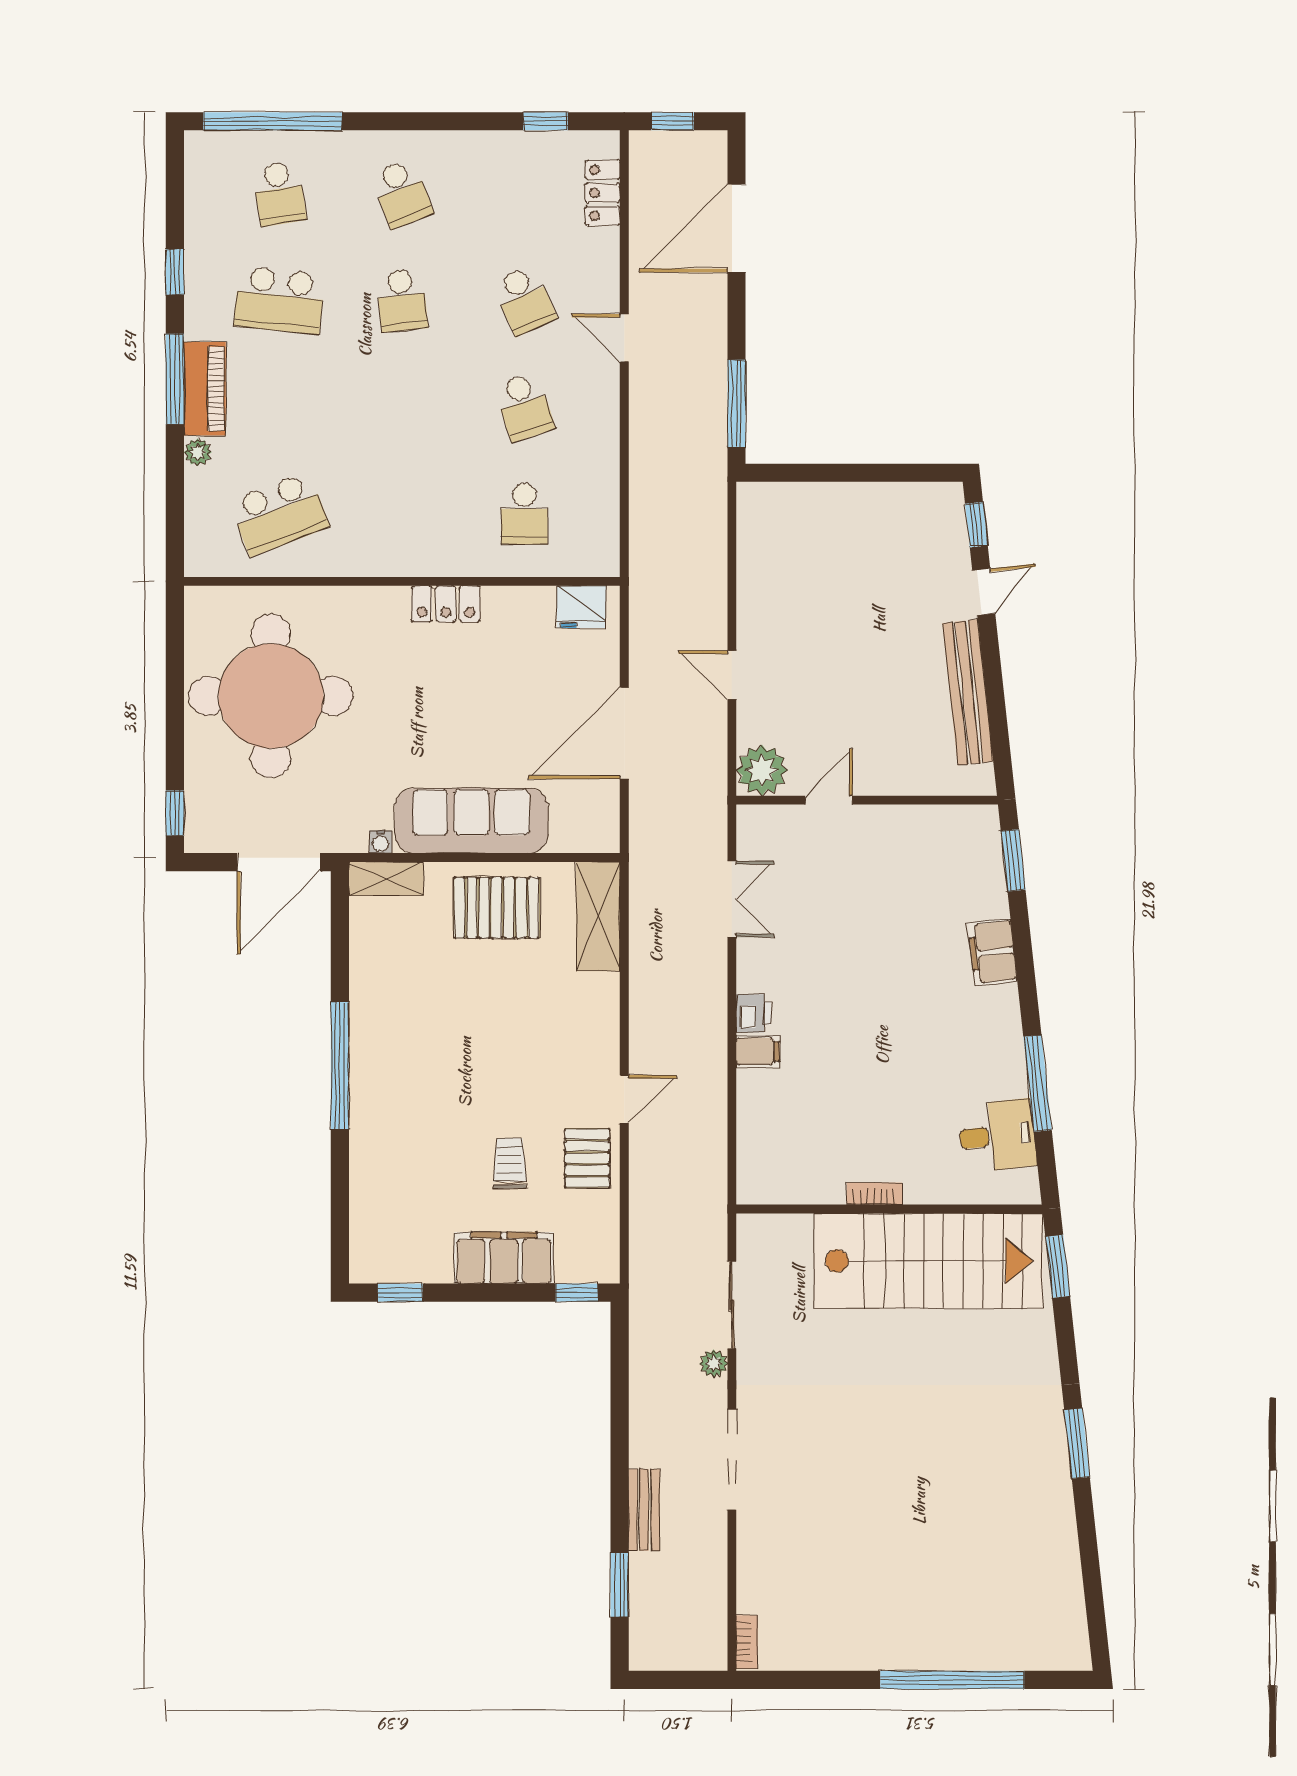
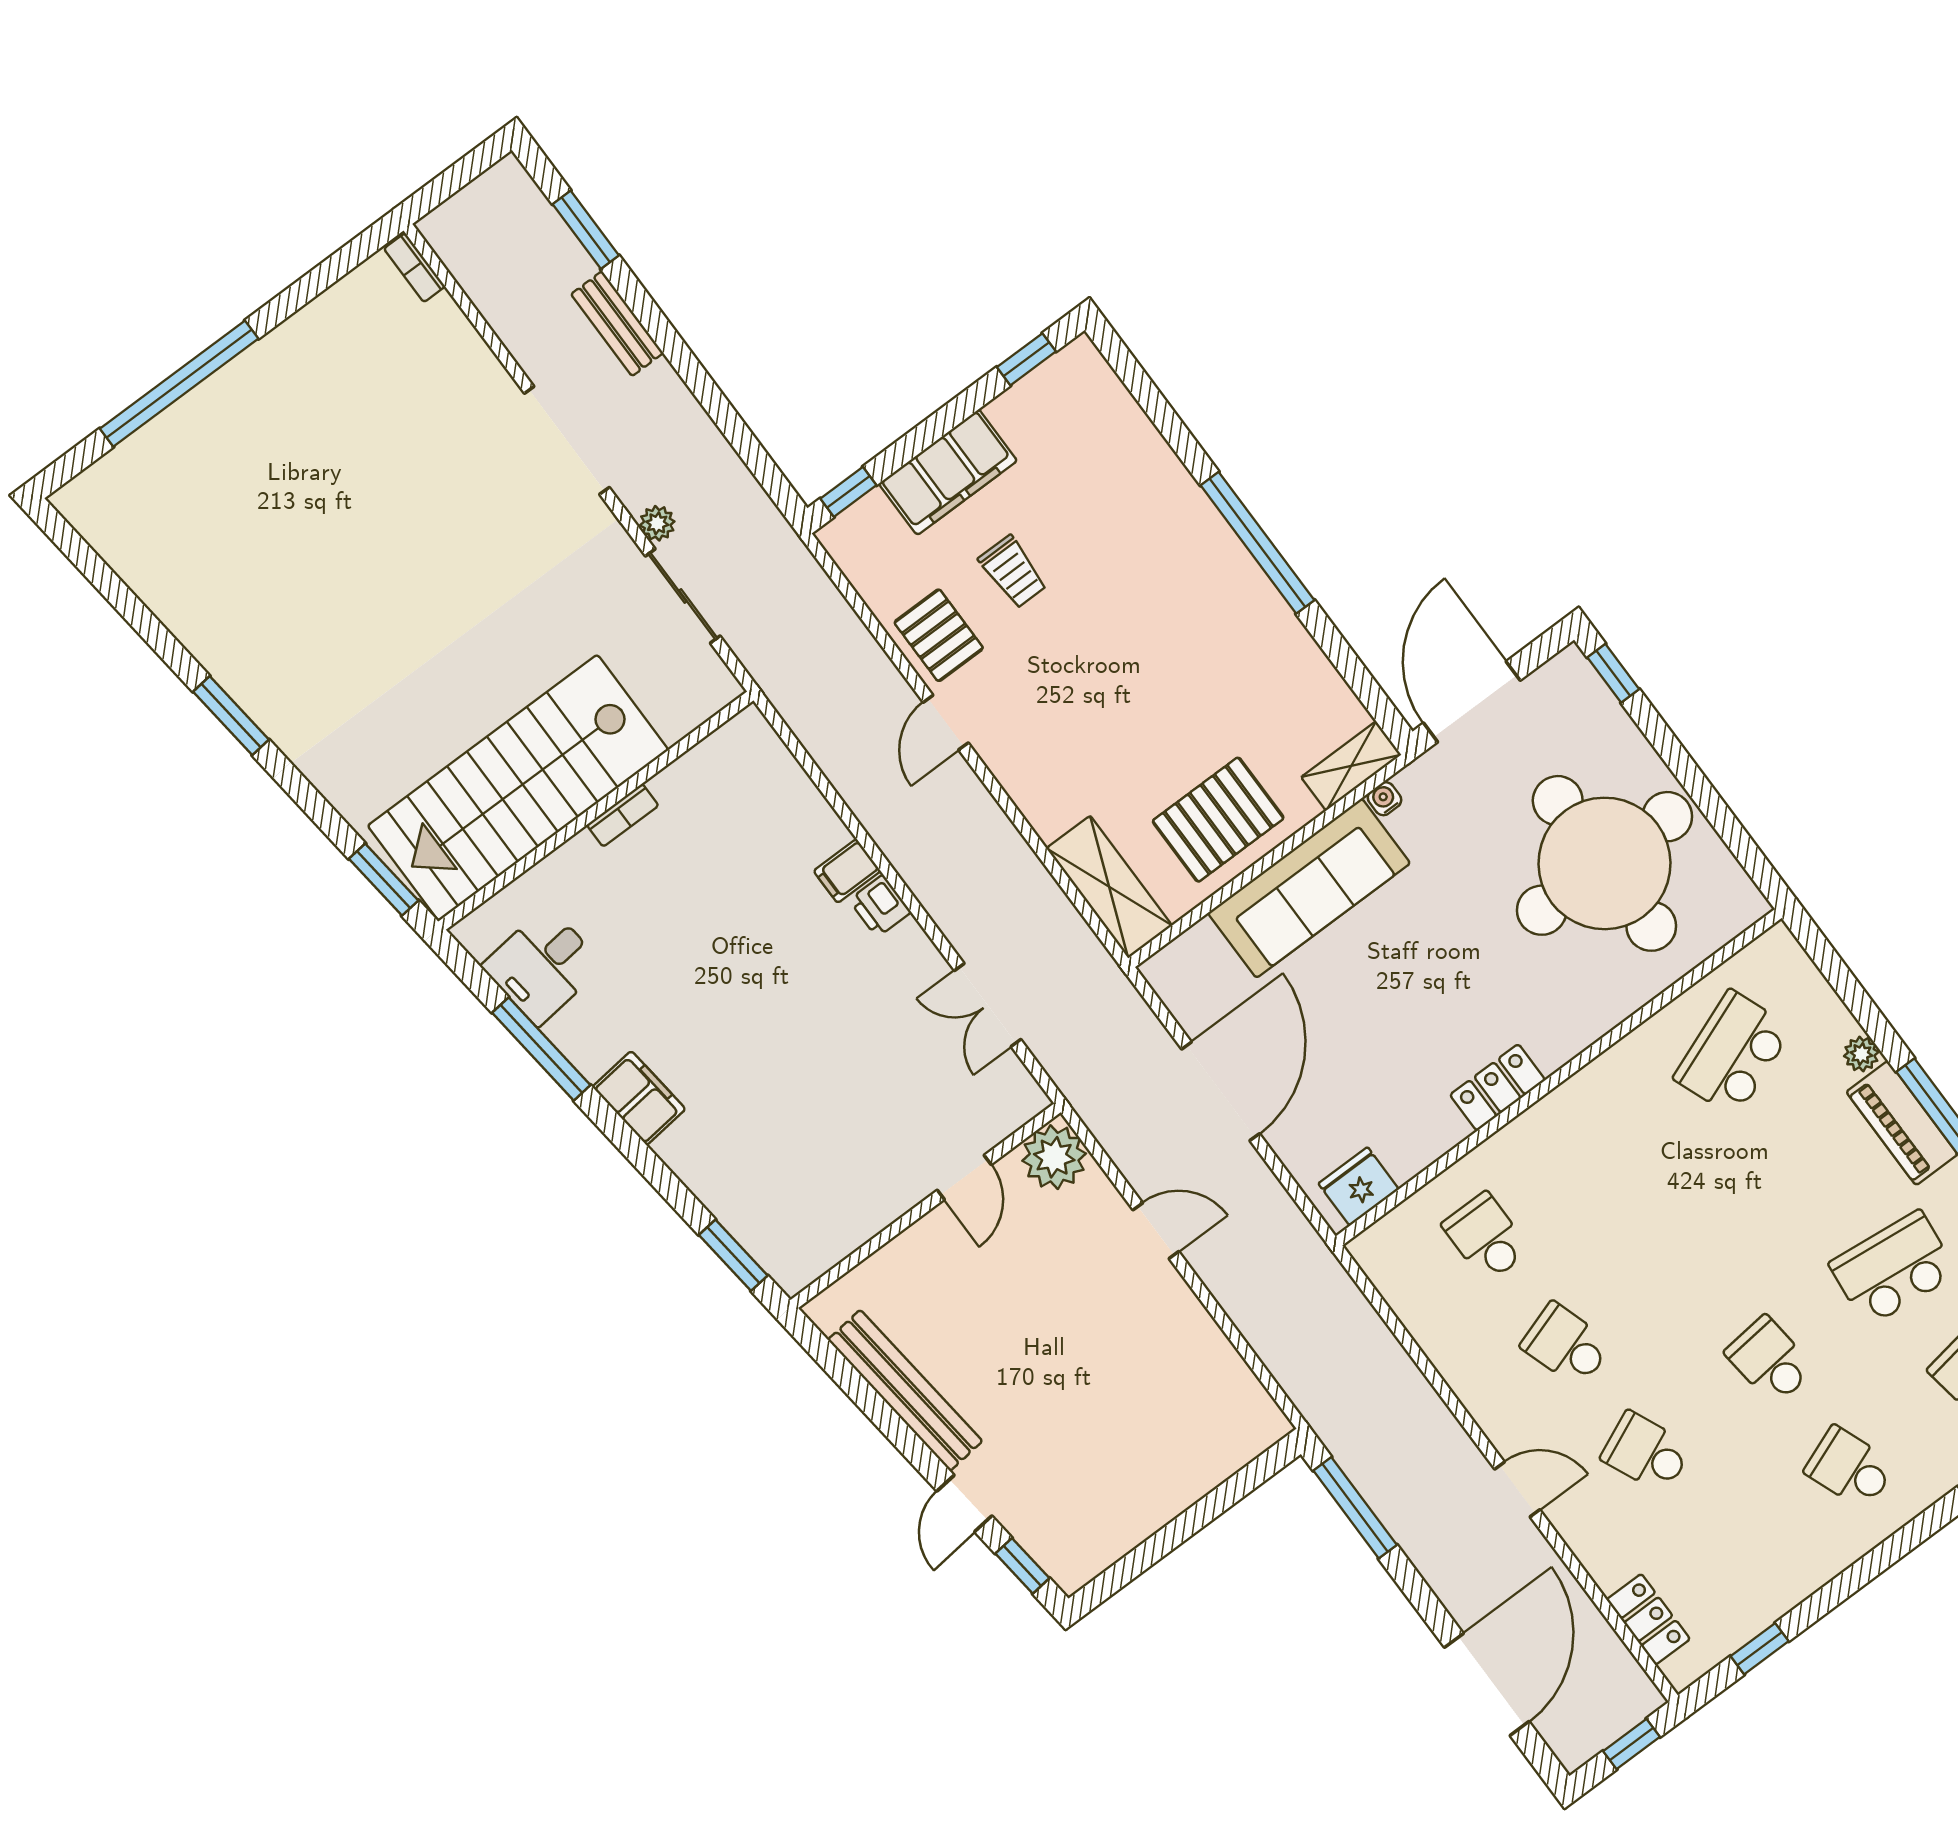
filing cabinet: (993, 952) -> (639, 1098), moved

